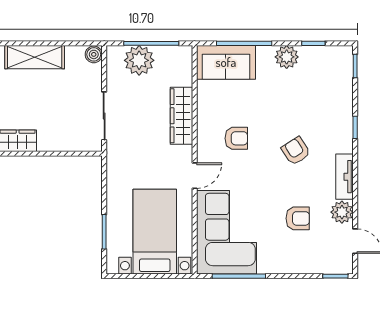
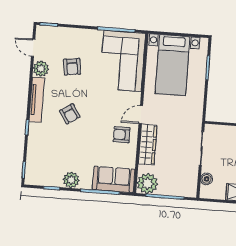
boiler: (94, 54) -> (207, 179), moved
plant: (139, 60) -> (147, 183), moved
armchair: (236, 138) -> (122, 135), moved
door: (195, 176) -> (141, 115), moved
tv unit: (345, 177) -> (37, 100), width x1.41
armchair: (298, 218) -> (72, 67), turned -98

